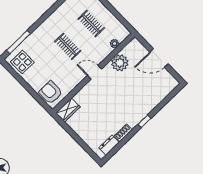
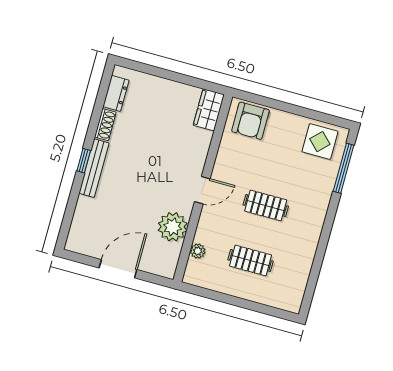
armchair: (51, 92) -> (250, 121), turned 90
bench: (141, 115) -> (94, 168), added

